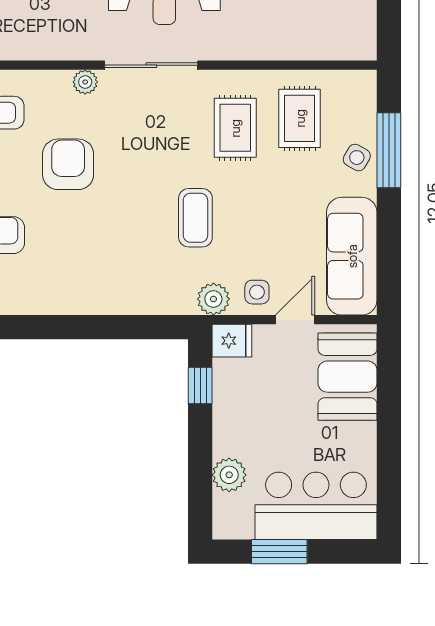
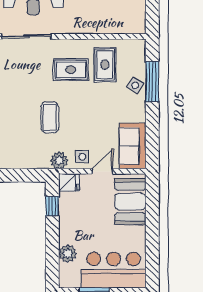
rug: (235, 128) -> (71, 70), turned 90
sofa: (352, 256) -> (133, 146), width x0.73

